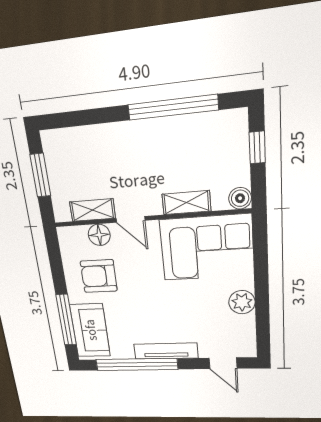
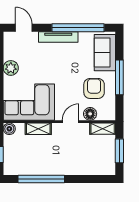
shelving: (93, 210) -> (103, 129), moved
door: (130, 219) -> (71, 122), hinge flipped
armchair: (99, 276) -> (94, 88), turned -90
window: (66, 320) -> (119, 77), moved

